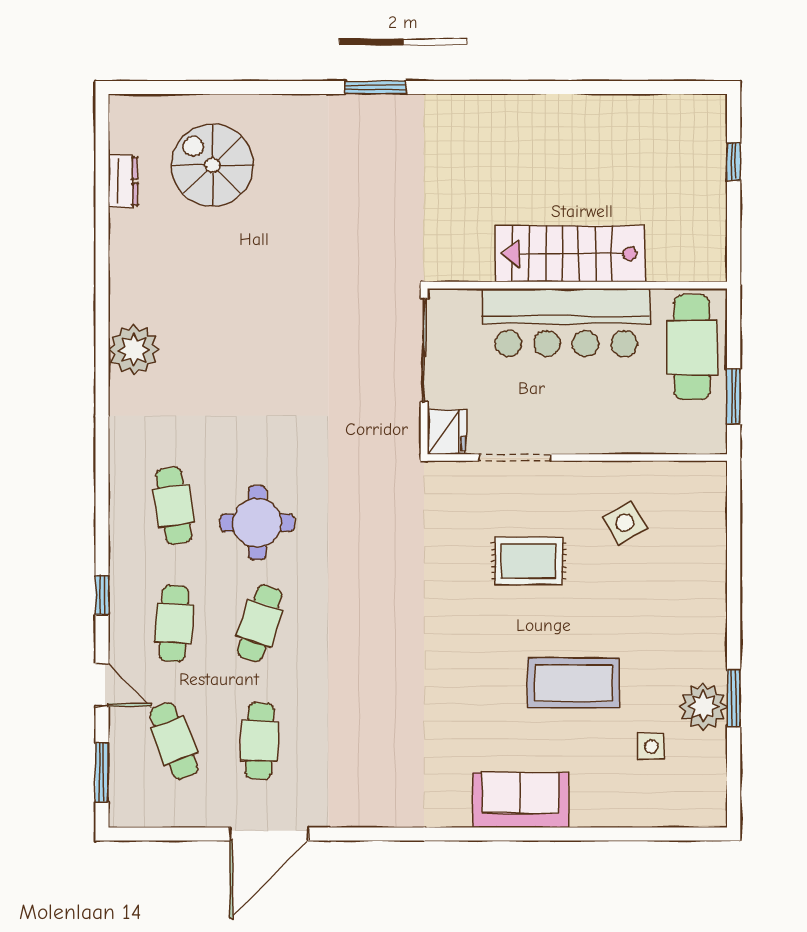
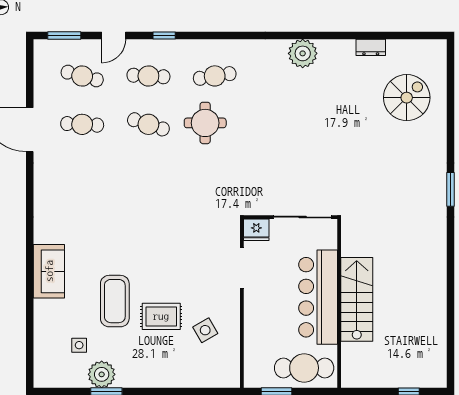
dresser: (123, 181) -> (371, 47), moved
rug: (529, 561) -> (161, 316), moved, turned 90
cafe table: (174, 741) -> (82, 76), turned 36

